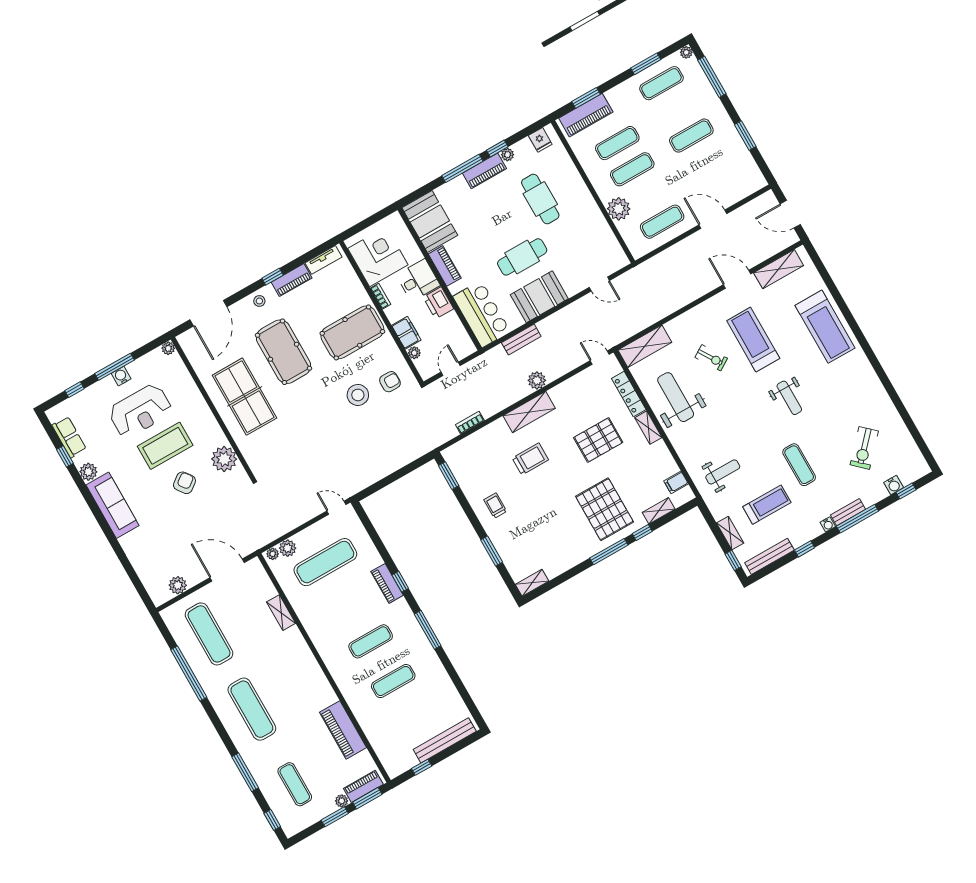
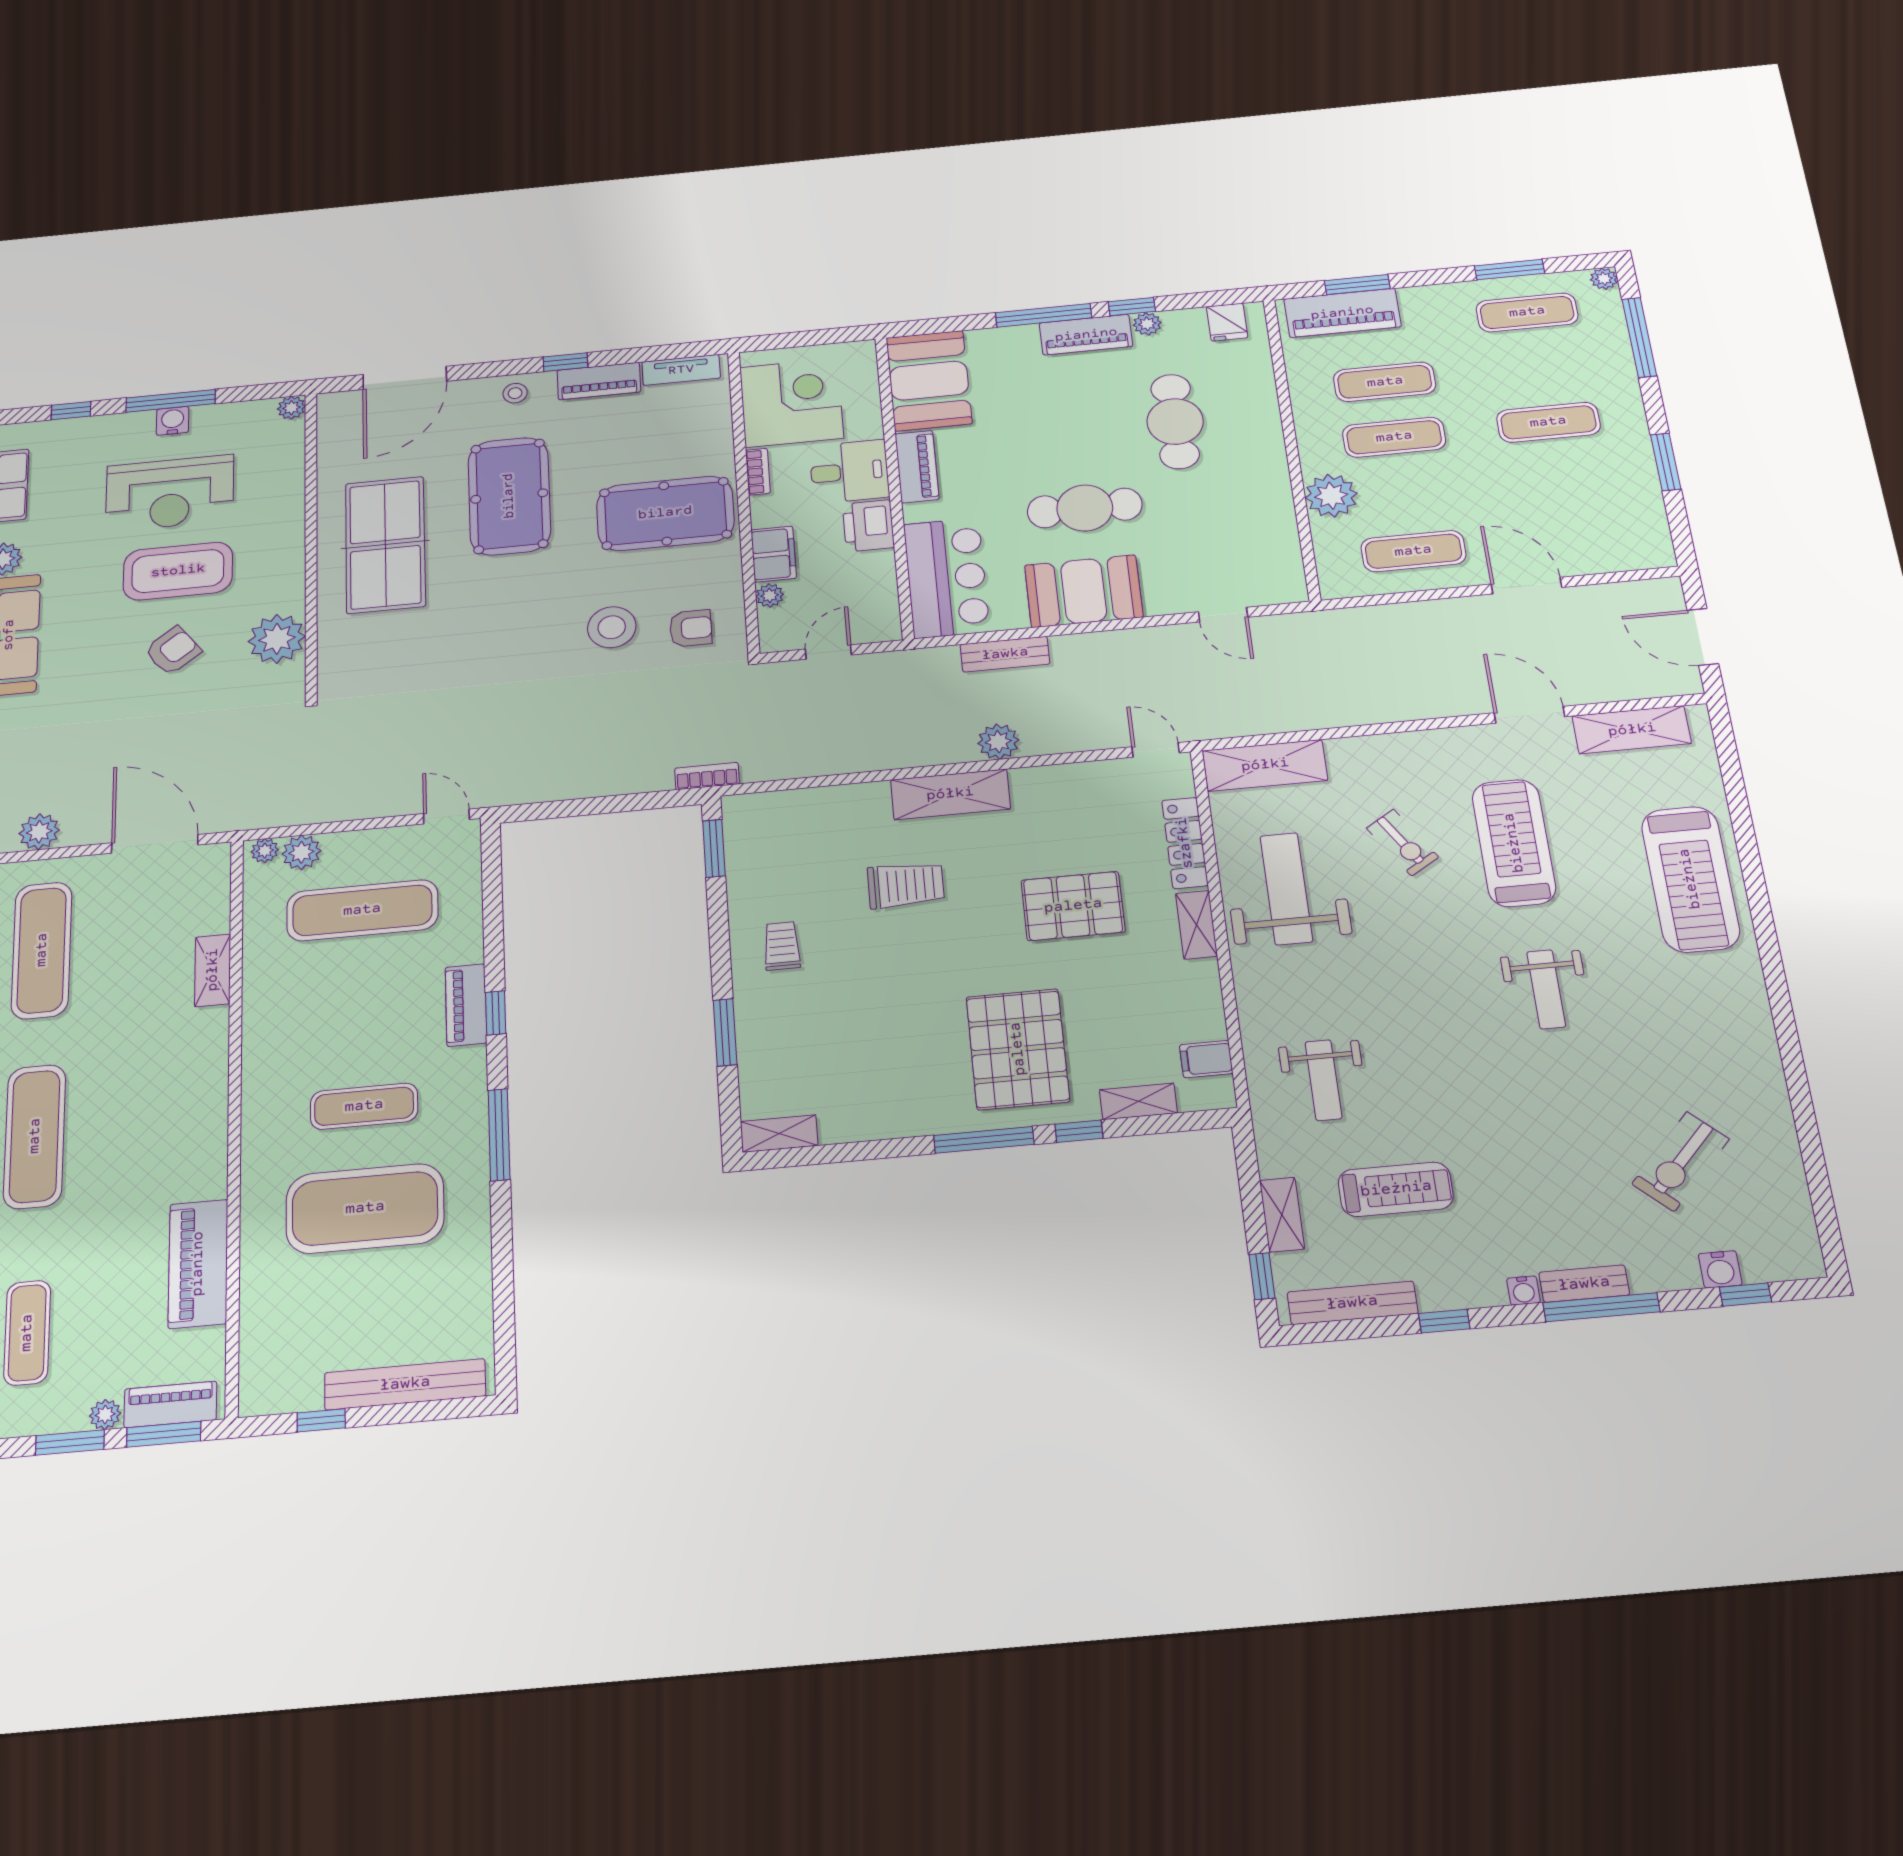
bookcase: (470, 423) -> (707, 776), moved
exercise mat: (799, 465) -> (1509, 1136), removed
weight bench: (723, 472) -> (1323, 1080), turned 90
exercise mat: (393, 681) -> (365, 1208), width x2.00, depth x1.45

